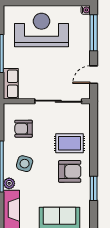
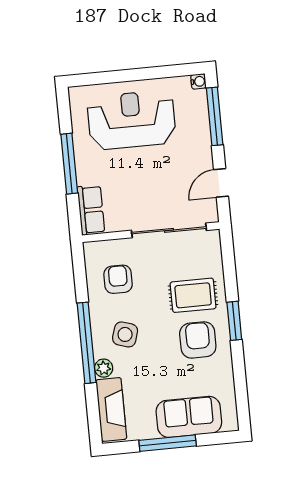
armchair: (24, 129) -> (118, 279), turned 90
armchair: (70, 171) -> (198, 340), turned -90
window: (94, 188) -> (234, 321), moved

